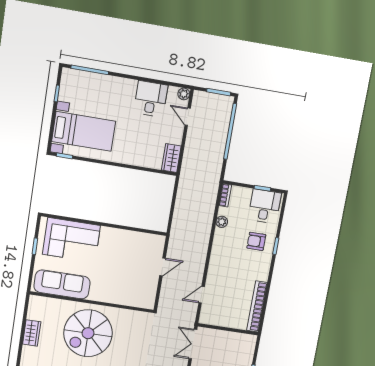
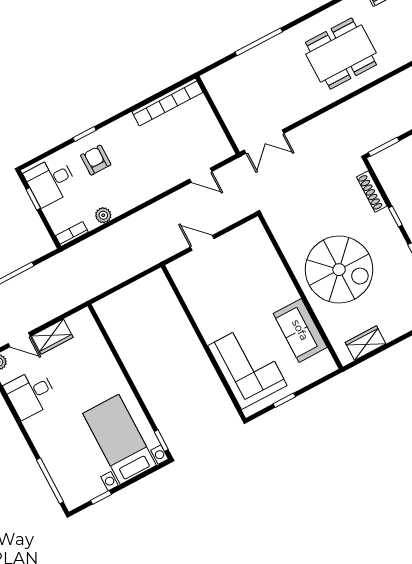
door: (188, 117) -> (19, 340), hinge flipped
wardrobe: (171, 158) -> (52, 337), moved
armchair: (256, 241) -> (96, 160), turned 180
sofa: (62, 284) -> (300, 330), width x0.73
wardrobe: (32, 333) -> (365, 343), moved

